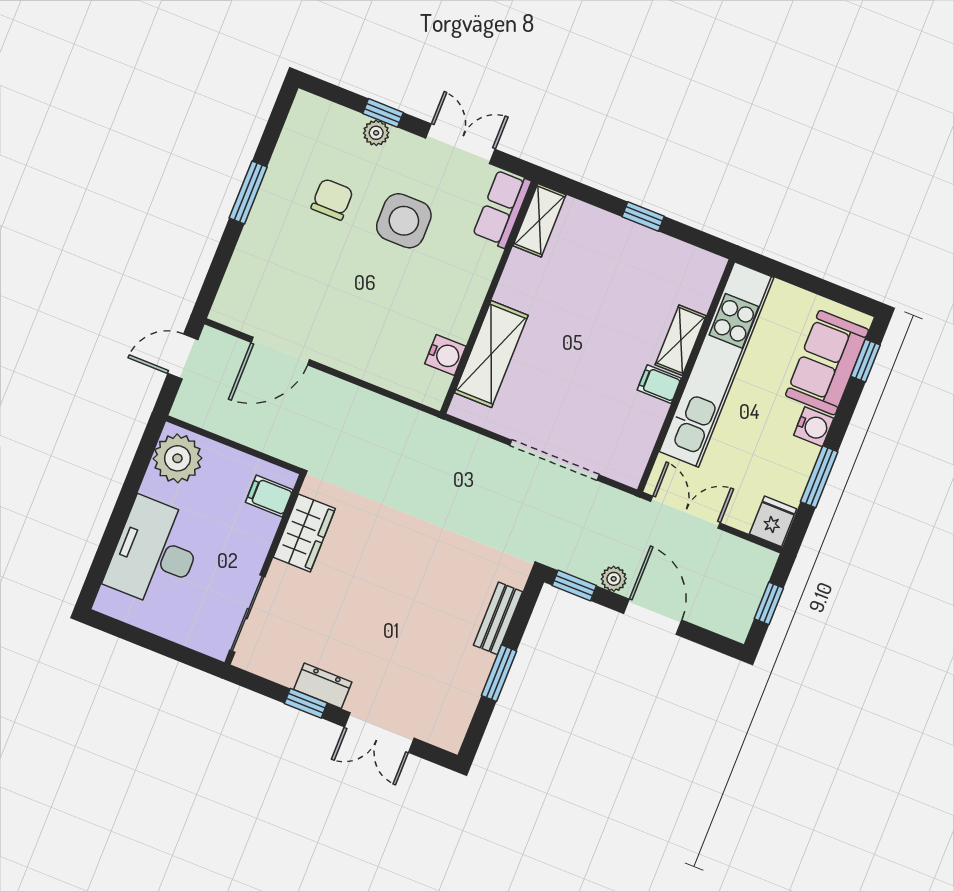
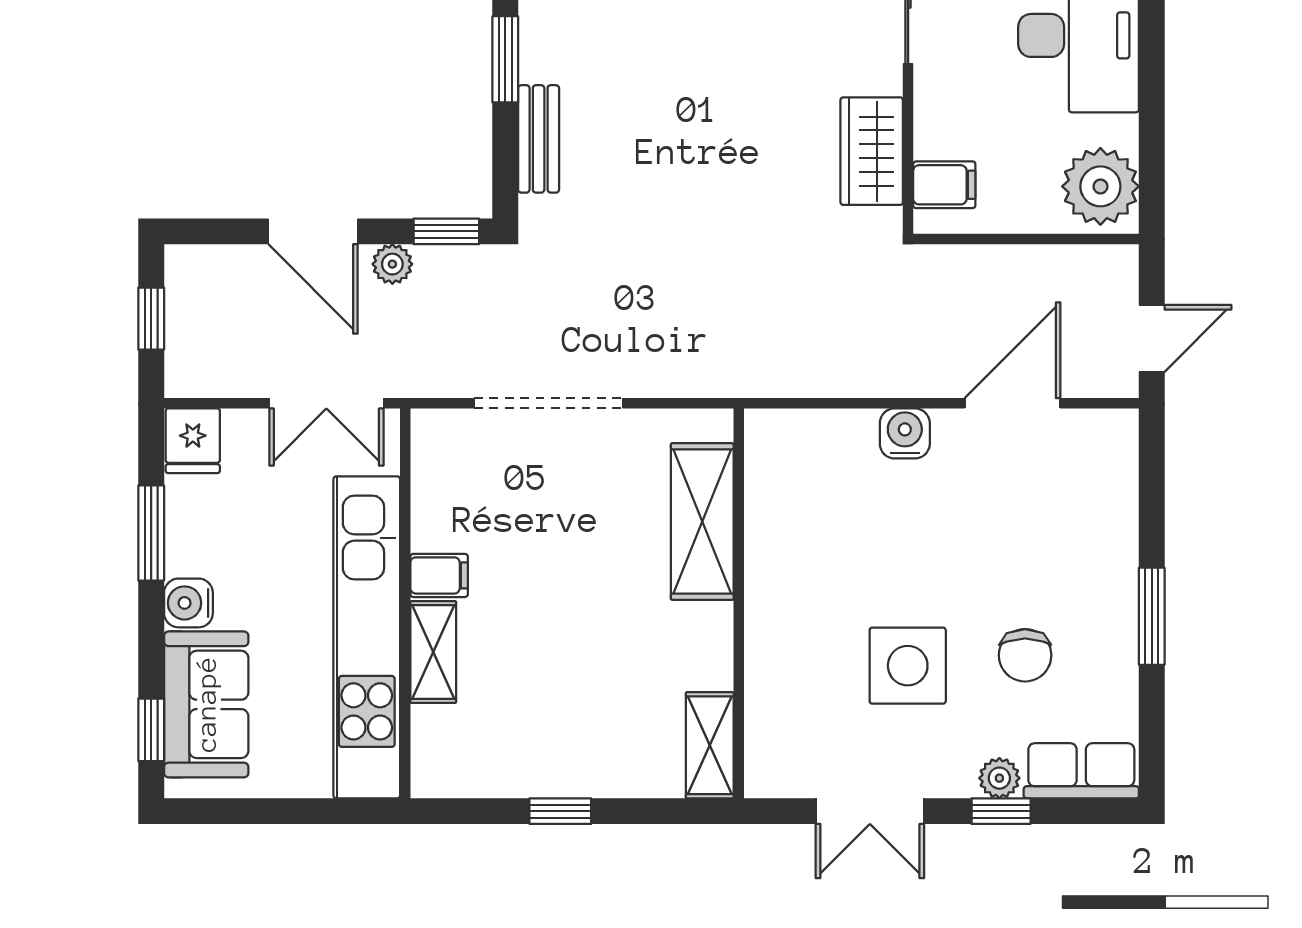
row of seats: (502, 208) -> (1081, 771), moved, turned -90
water cooler: (445, 355) -> (905, 433), moved, turned 90

